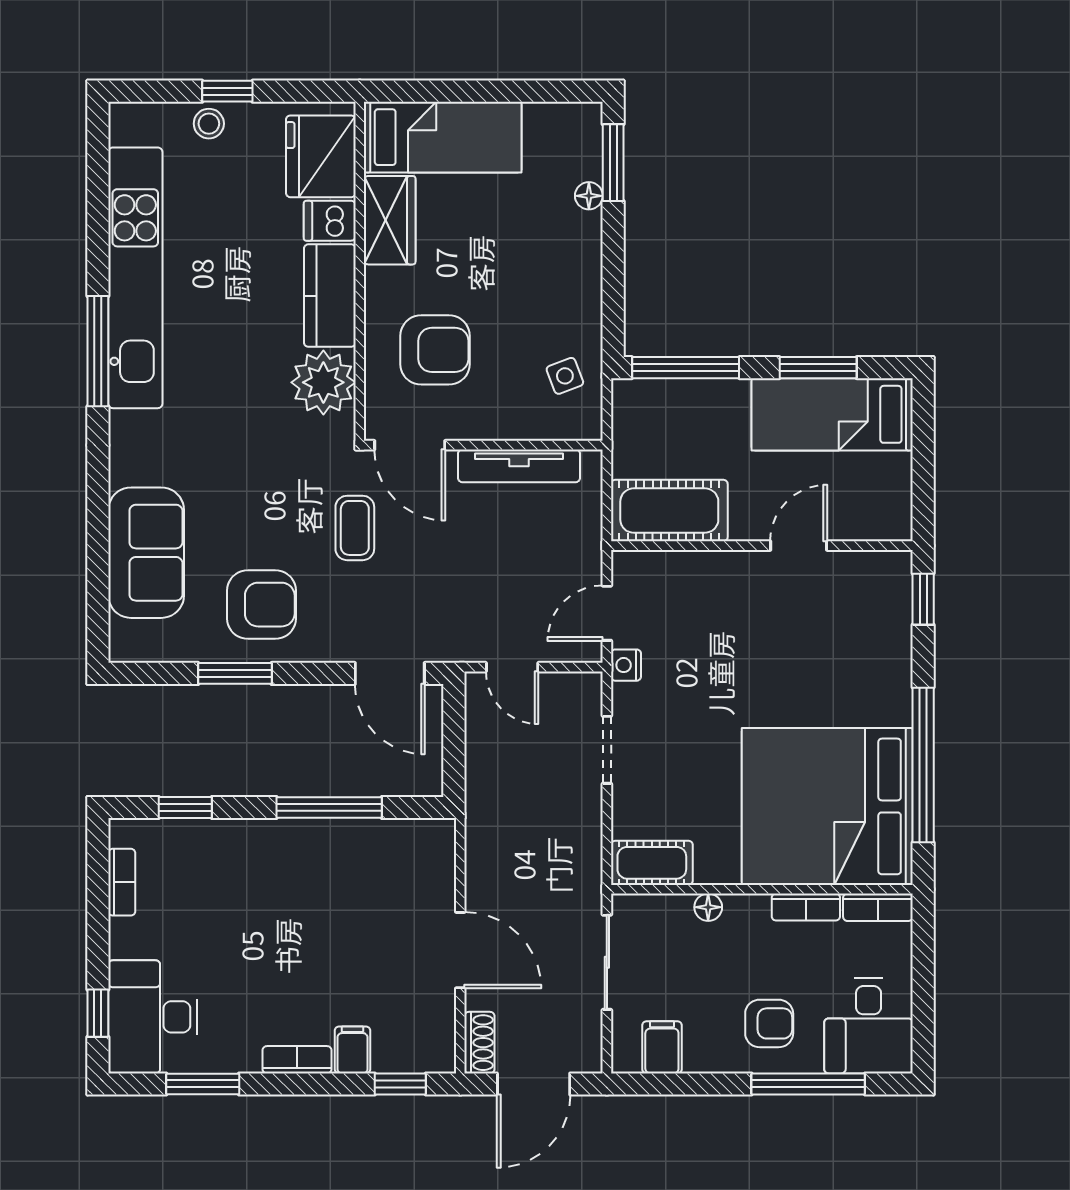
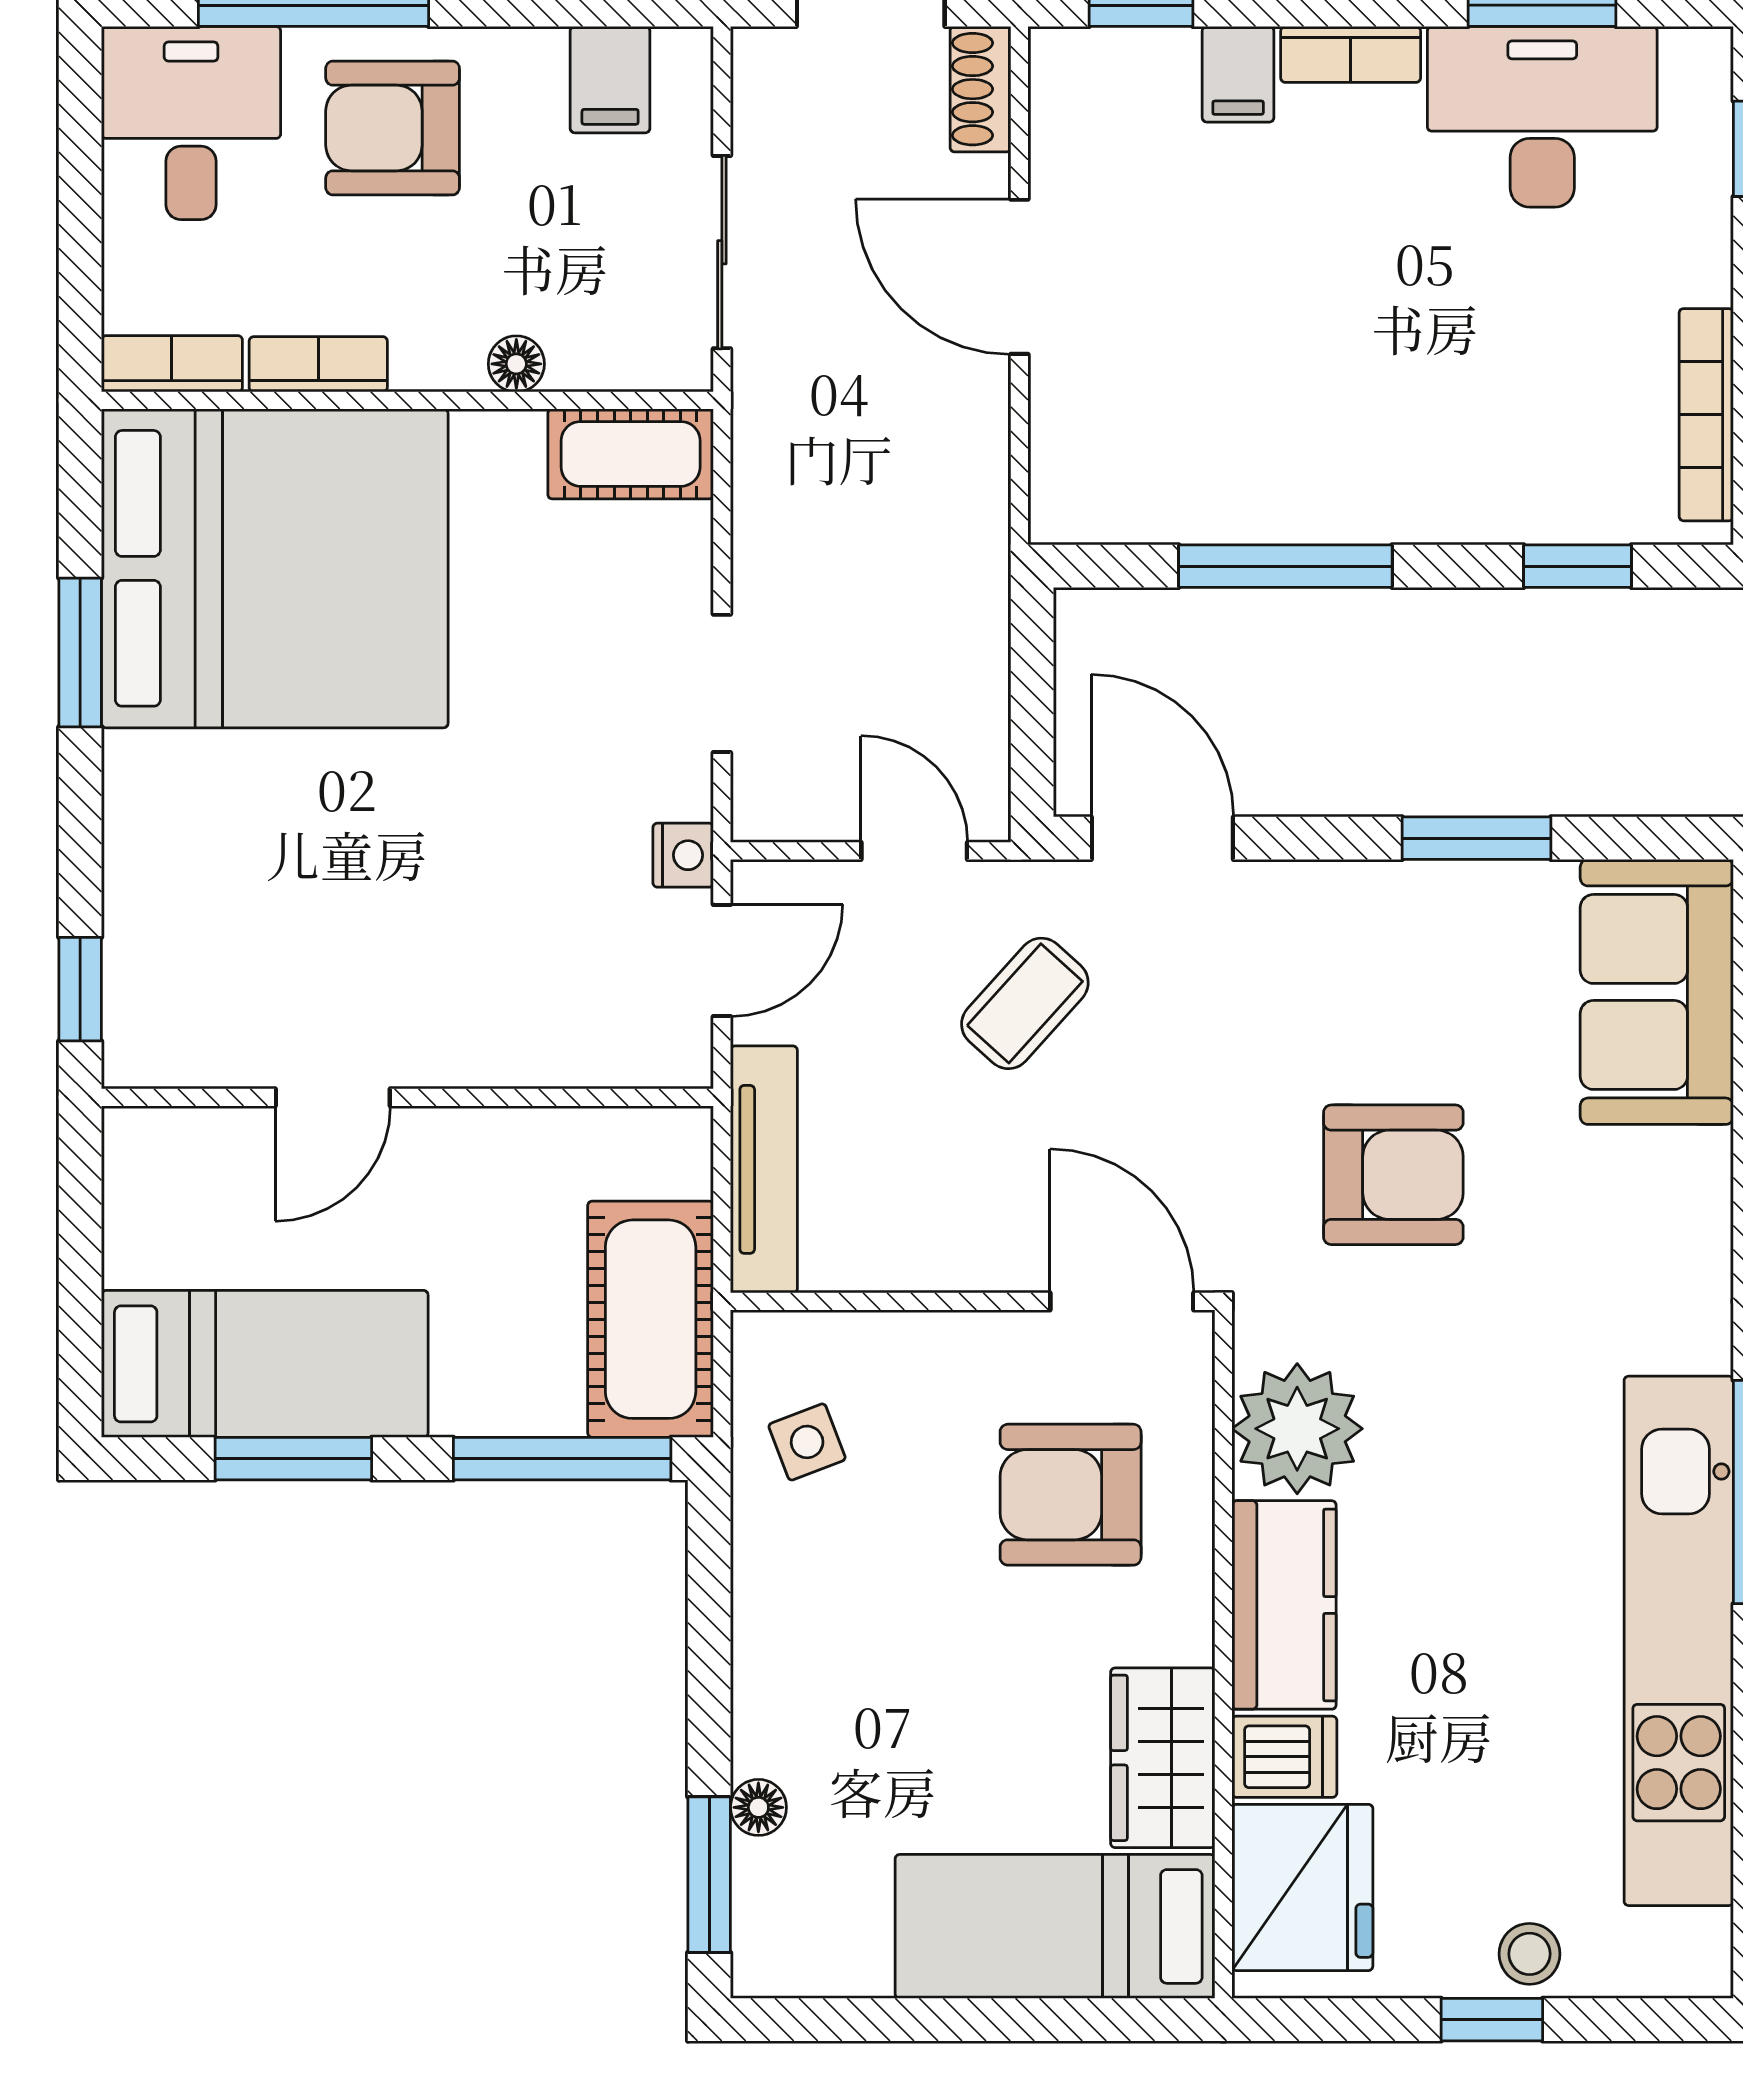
tv unit: (519, 466) -> (764, 1169), moved, turned 90
cot: (669, 511) -> (651, 1319), moved, turned 90
coffee table: (355, 528) -> (1025, 1003), moved, turned 42
sofa: (146, 553) -> (1657, 992), moved
armchair: (262, 605) -> (1393, 1175), moved, turned 180
window: (923, 765) -> (80, 653), width x0.47
bookcase: (122, 882) -> (1706, 415), width x1.56
desk: (153, 1017) -> (1542, 117), moved, turned -90
armchair: (769, 1023) -> (393, 128), width x1.38, depth x1.38

